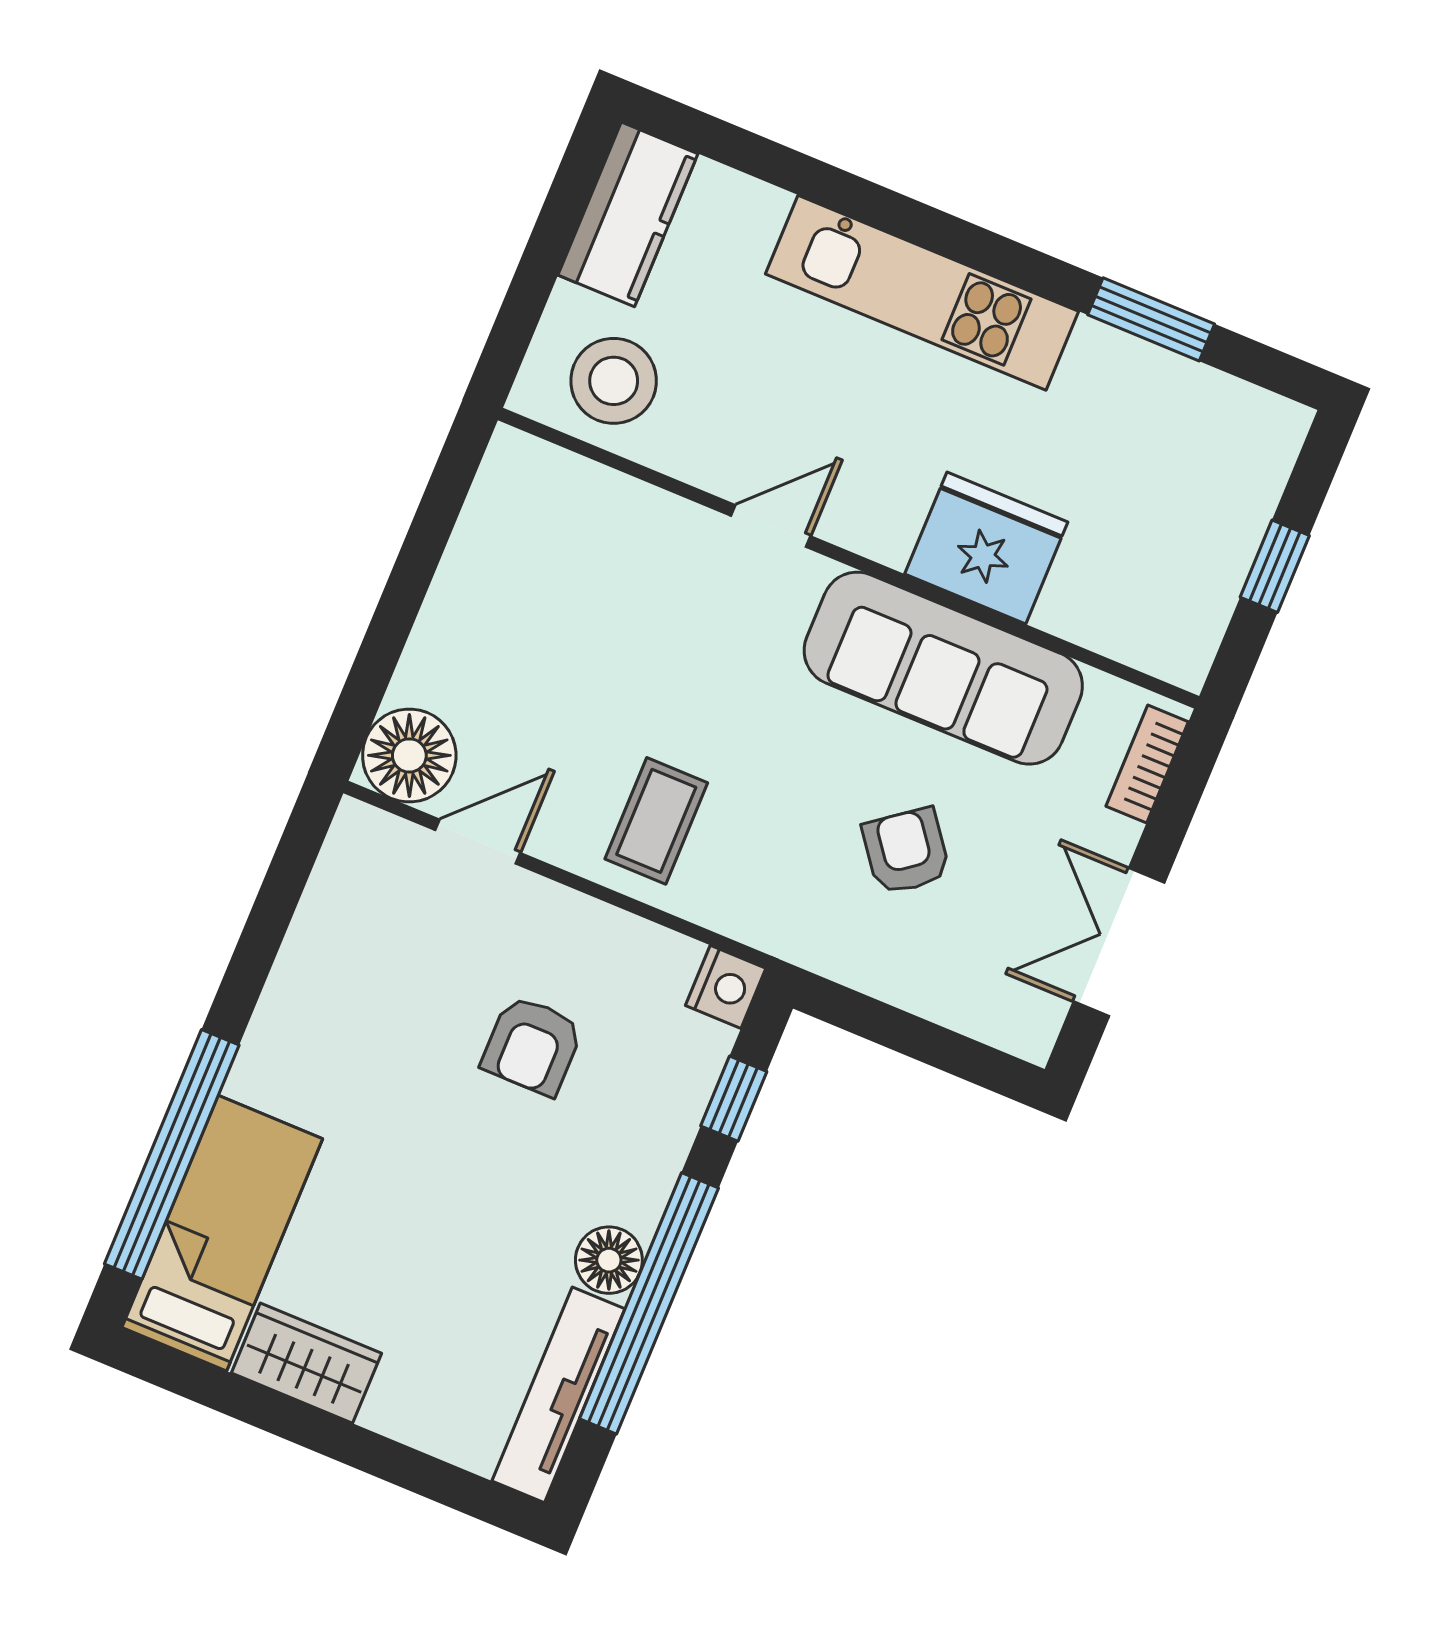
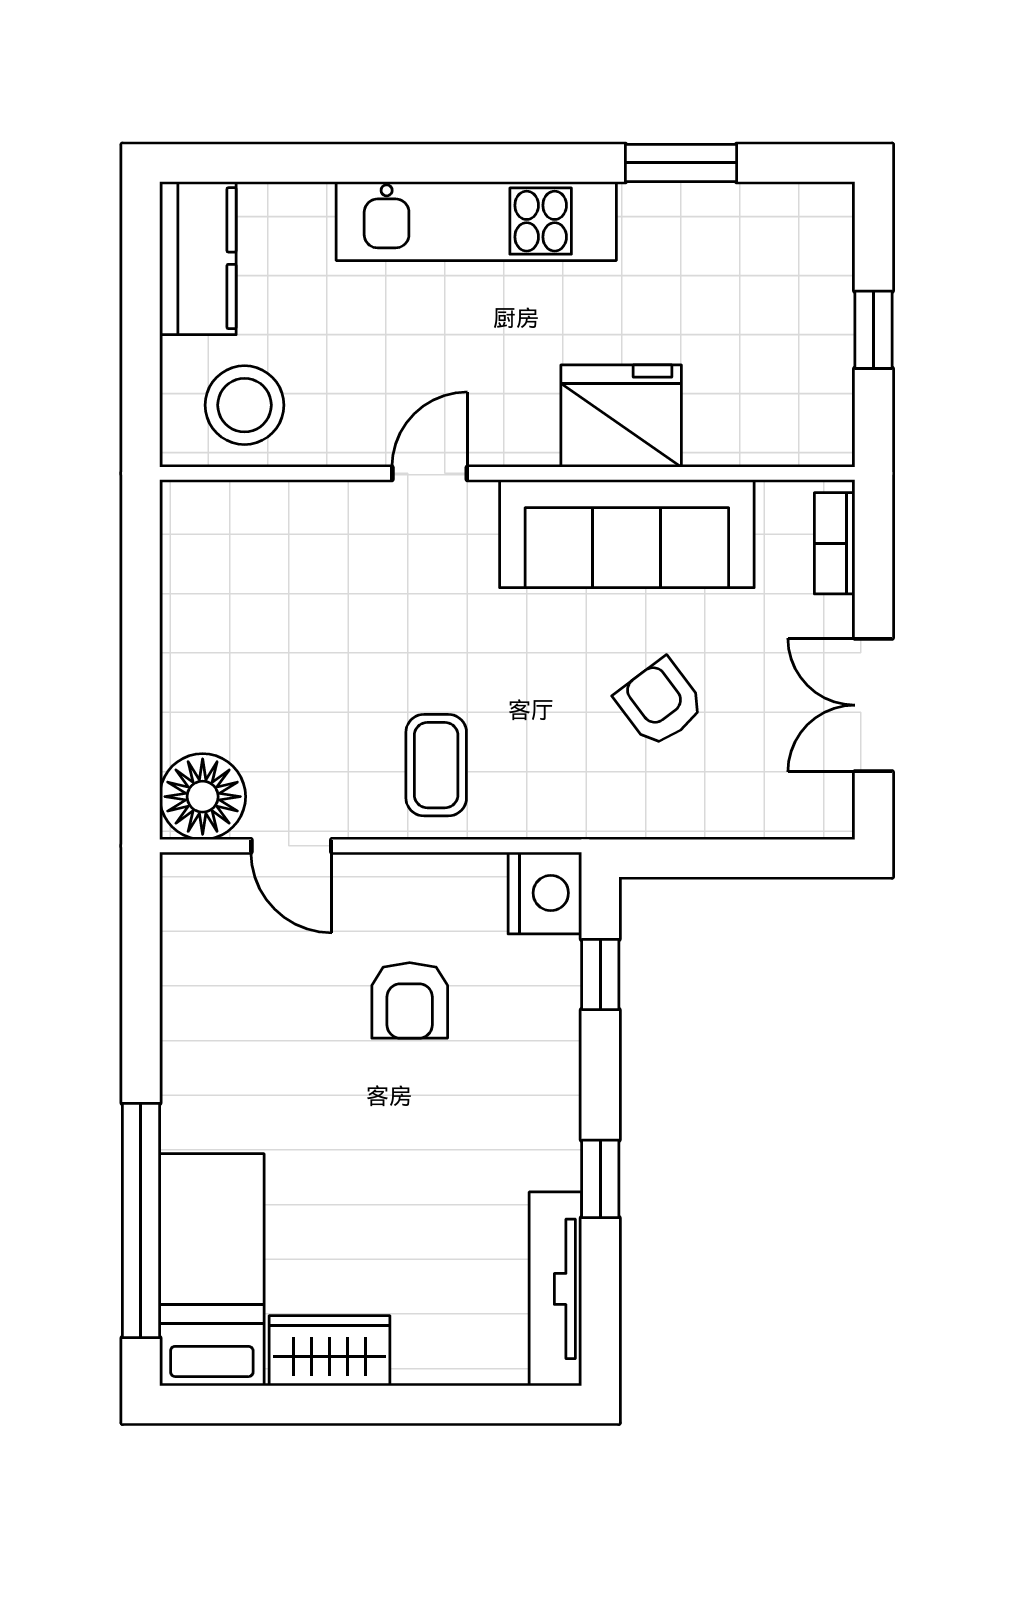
door: (478, 842) -> (291, 846), swing flipped
nightstand: (726, 987) -> (545, 893), width x1.36, depth x1.33
floor lamp: (609, 1260) -> (551, 1156), removed
window: (649, 1303) -> (600, 1179), width x0.32

